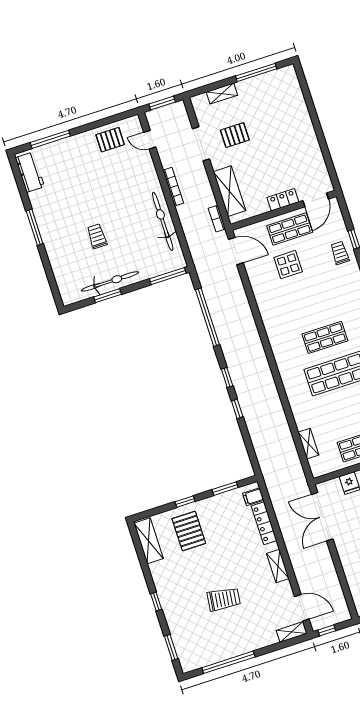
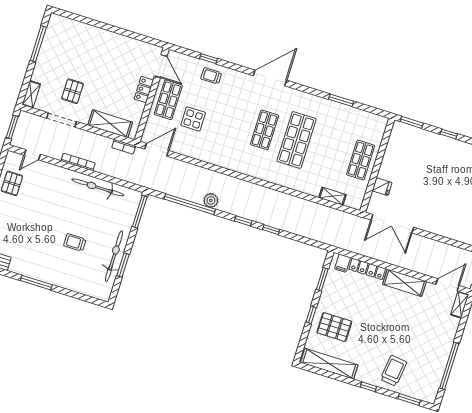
shelving: (222, 94) -> (31, 94), moved
plant: (225, 334) -> (211, 200), added
shelving: (149, 541) -> (329, 364), width x1.47
shelving: (278, 566) -> (404, 283), width x1.50, depth x1.33
trolley: (224, 599) -> (394, 371), moved

